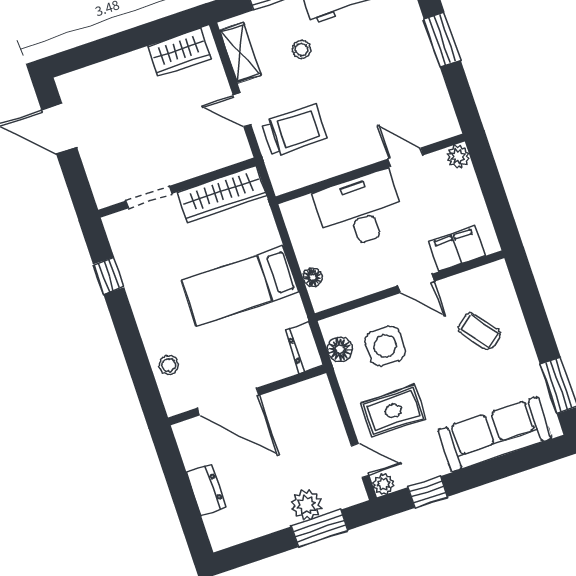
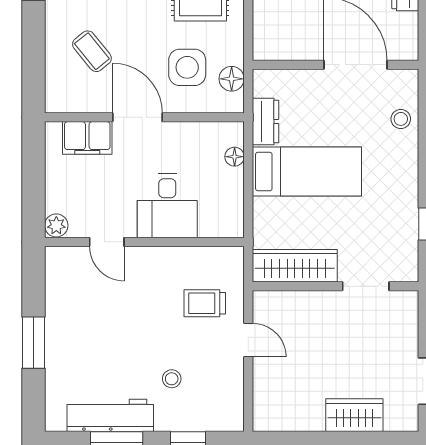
wardrobe: (179, 52) -> (354, 415), moved
shelving: (240, 53) -> (231, 395), removed
trolley: (294, 131) -> (205, 303), width x0.73, depth x0.72
desk: (360, 210) -> (167, 206), width x0.73
door: (416, 284) -> (138, 117), width x1.38
dresser: (304, 347) -> (265, 121), moved

